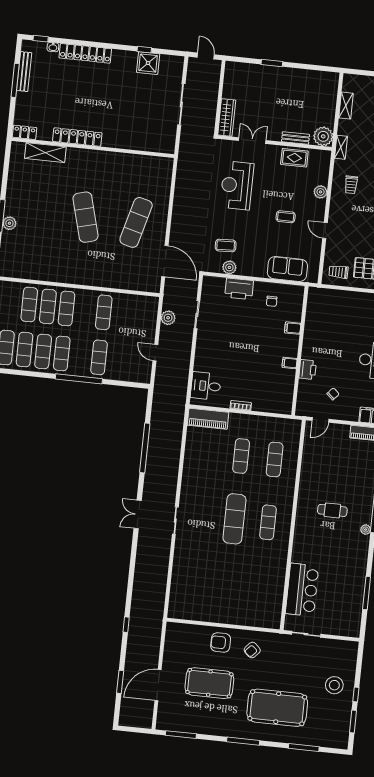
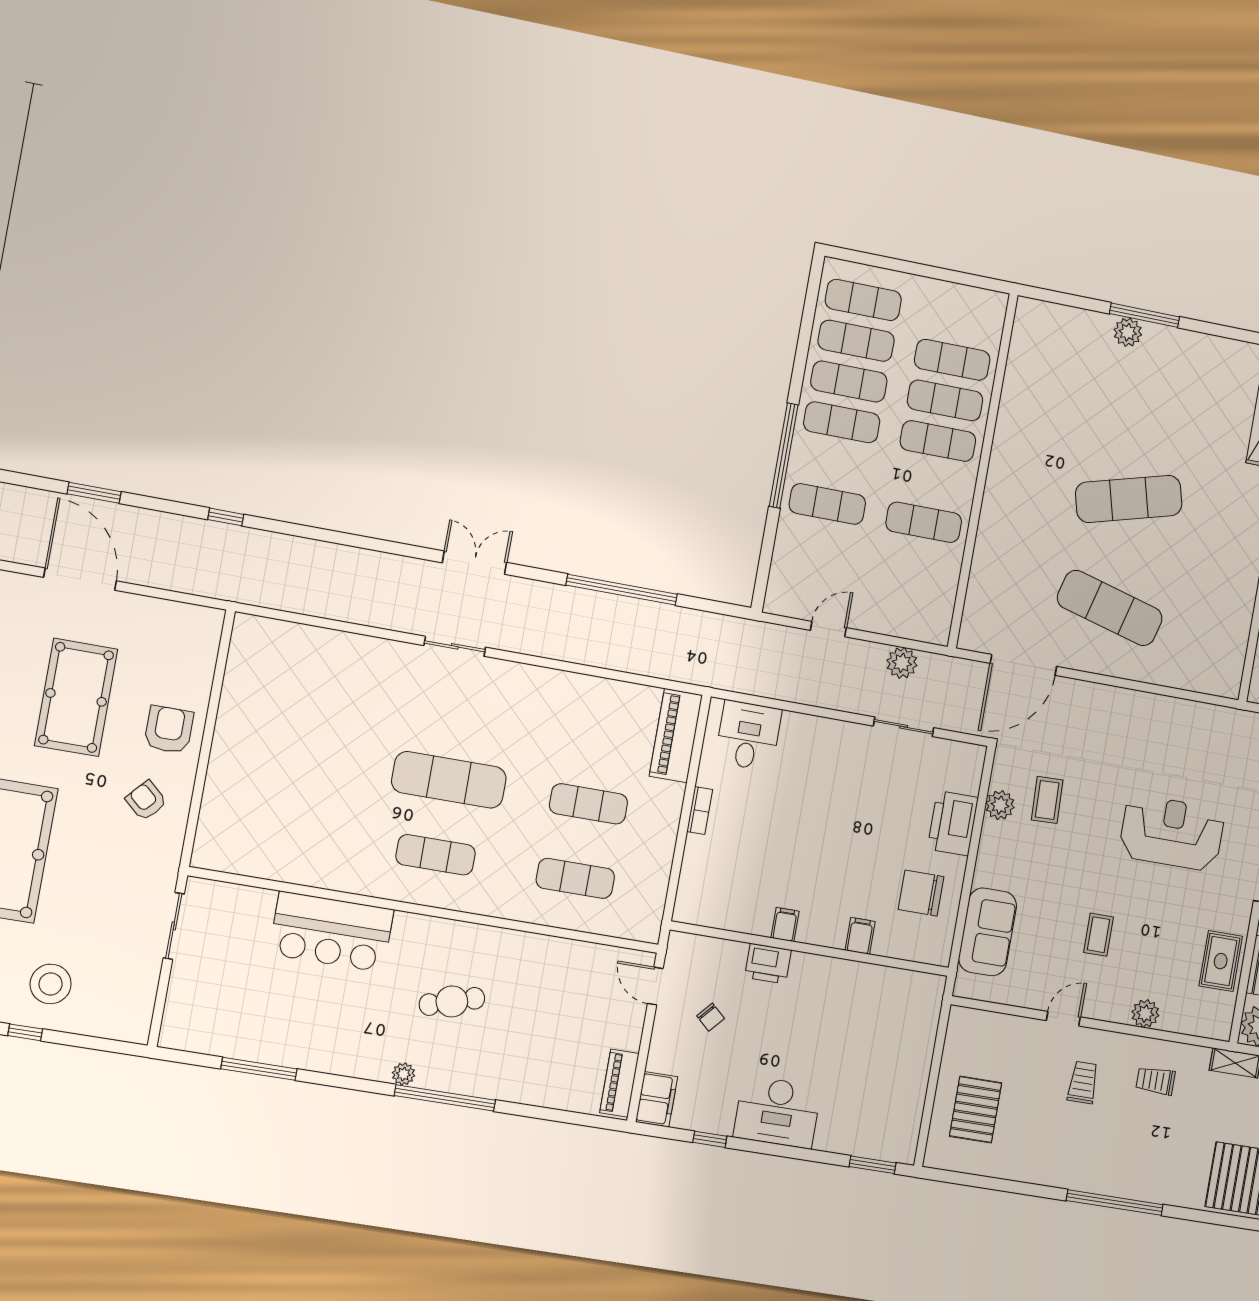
trolley: (339, 272) -> (1083, 1083), moved
chair: (272, 301) -> (921, 893), width x1.87, depth x1.87
cafe table: (332, 510) -> (452, 1001), turned 73
bar counter: (302, 590) -> (331, 932), moved

